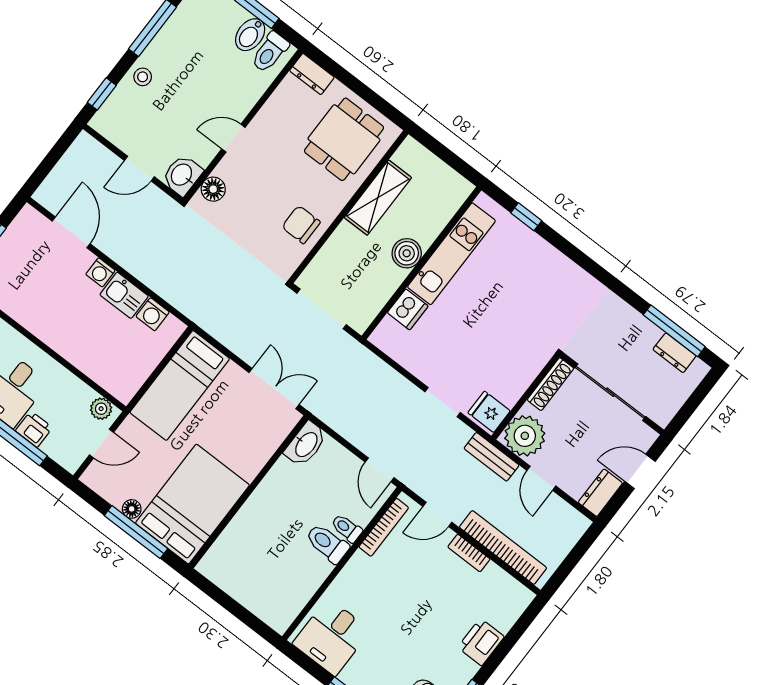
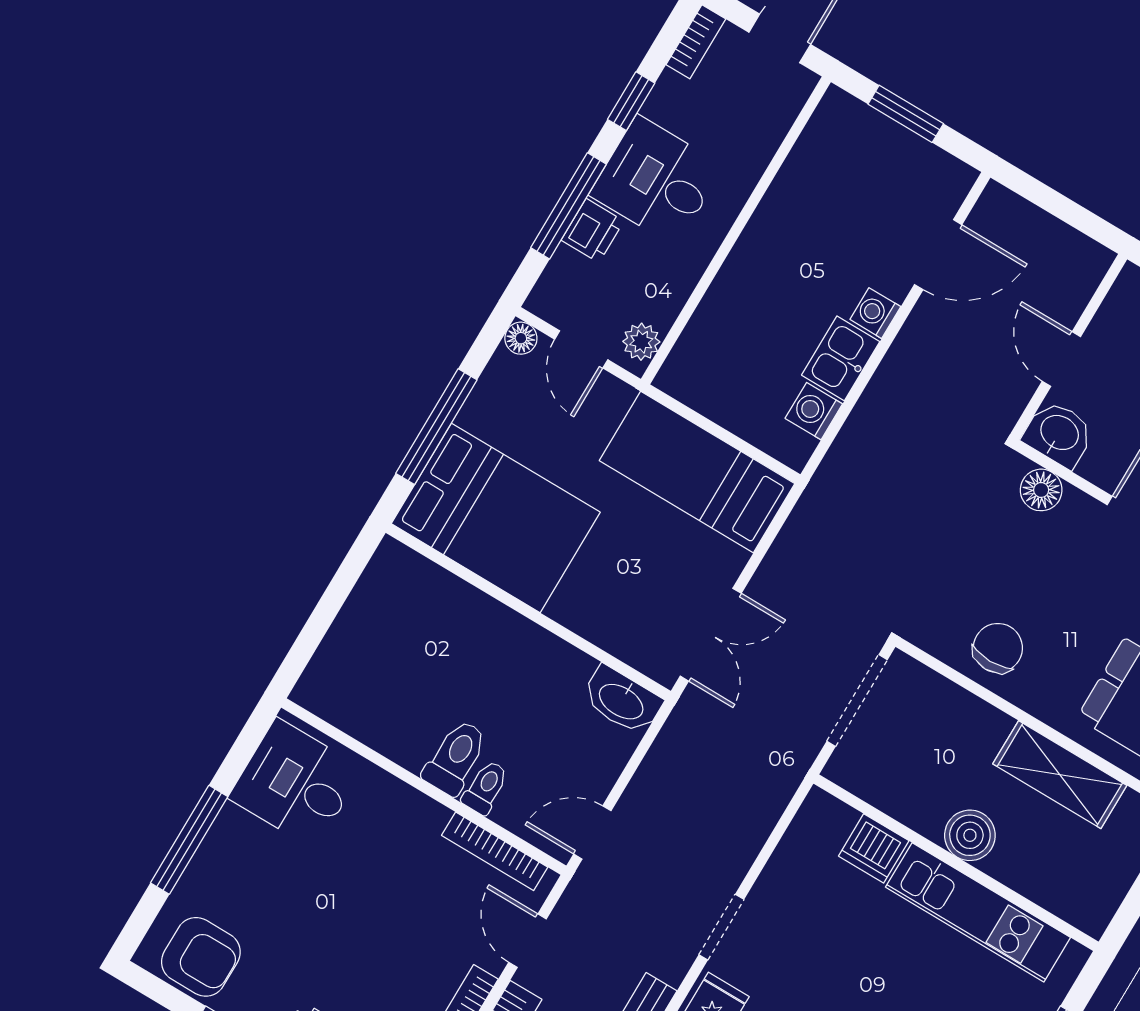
floor lamp: (132, 509) -> (521, 338), moved

